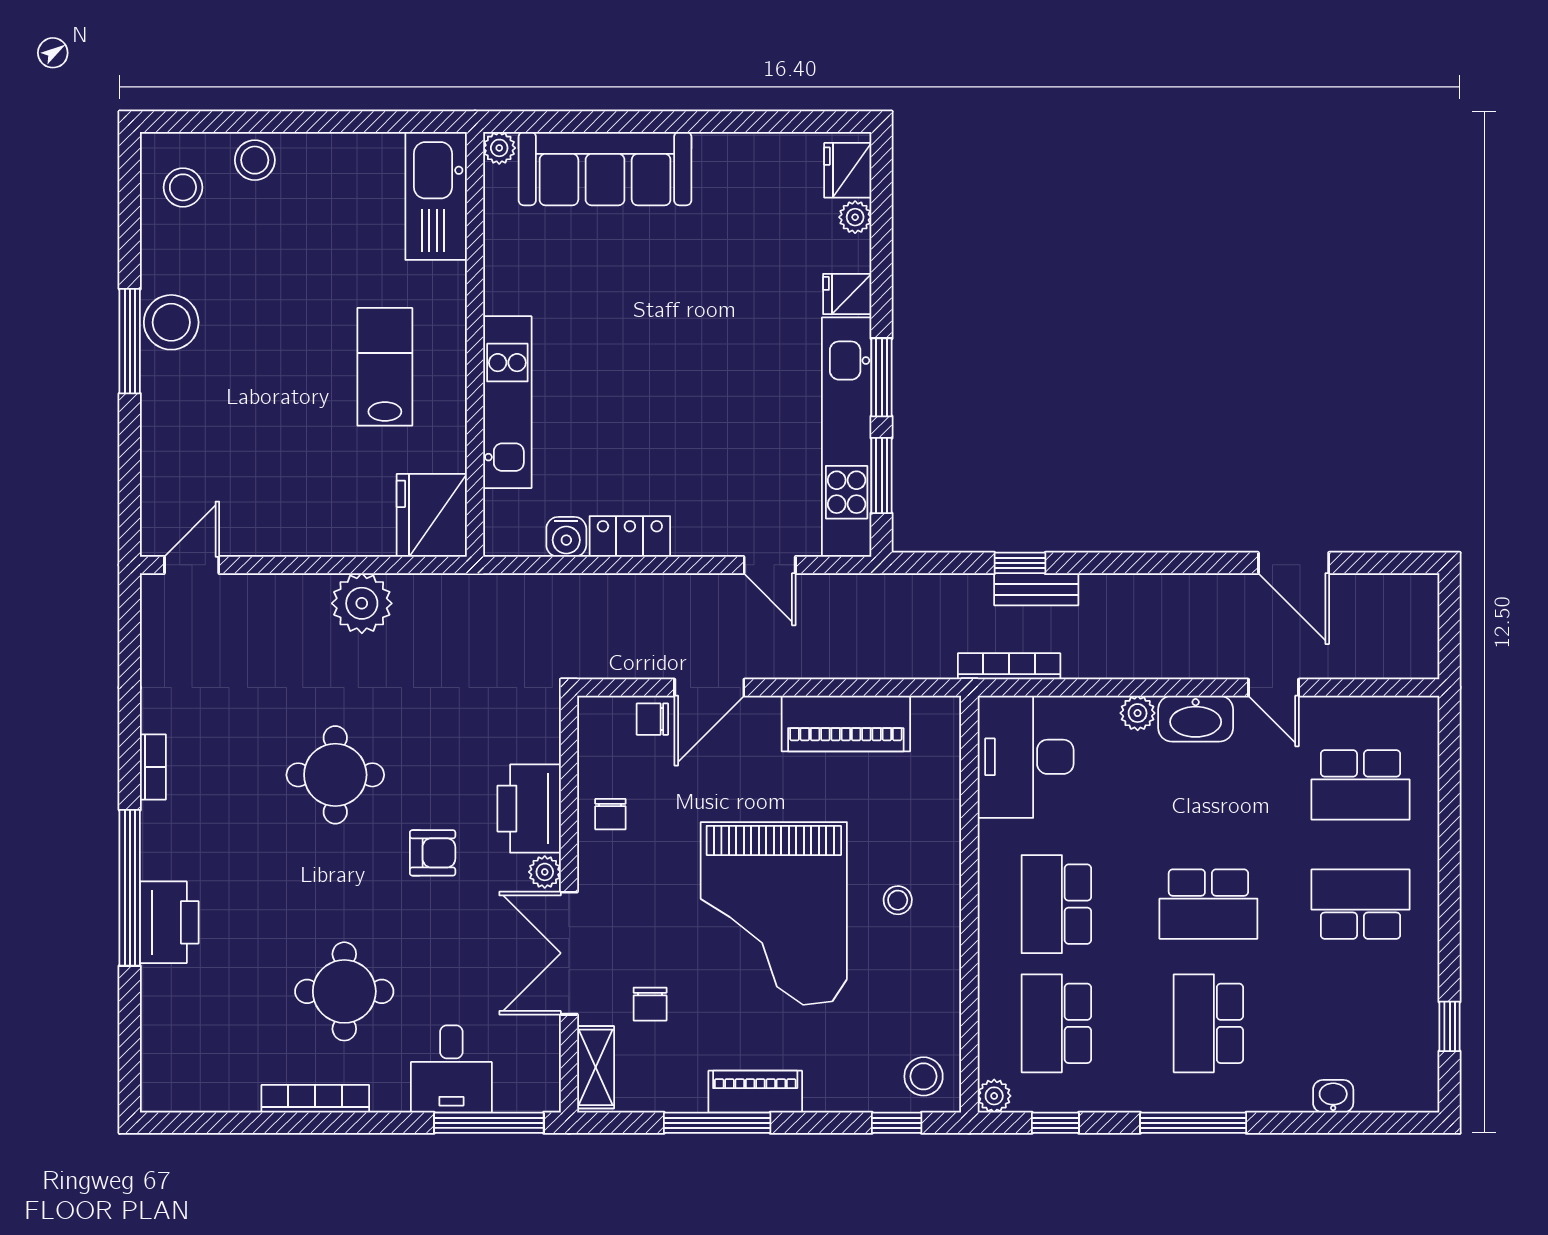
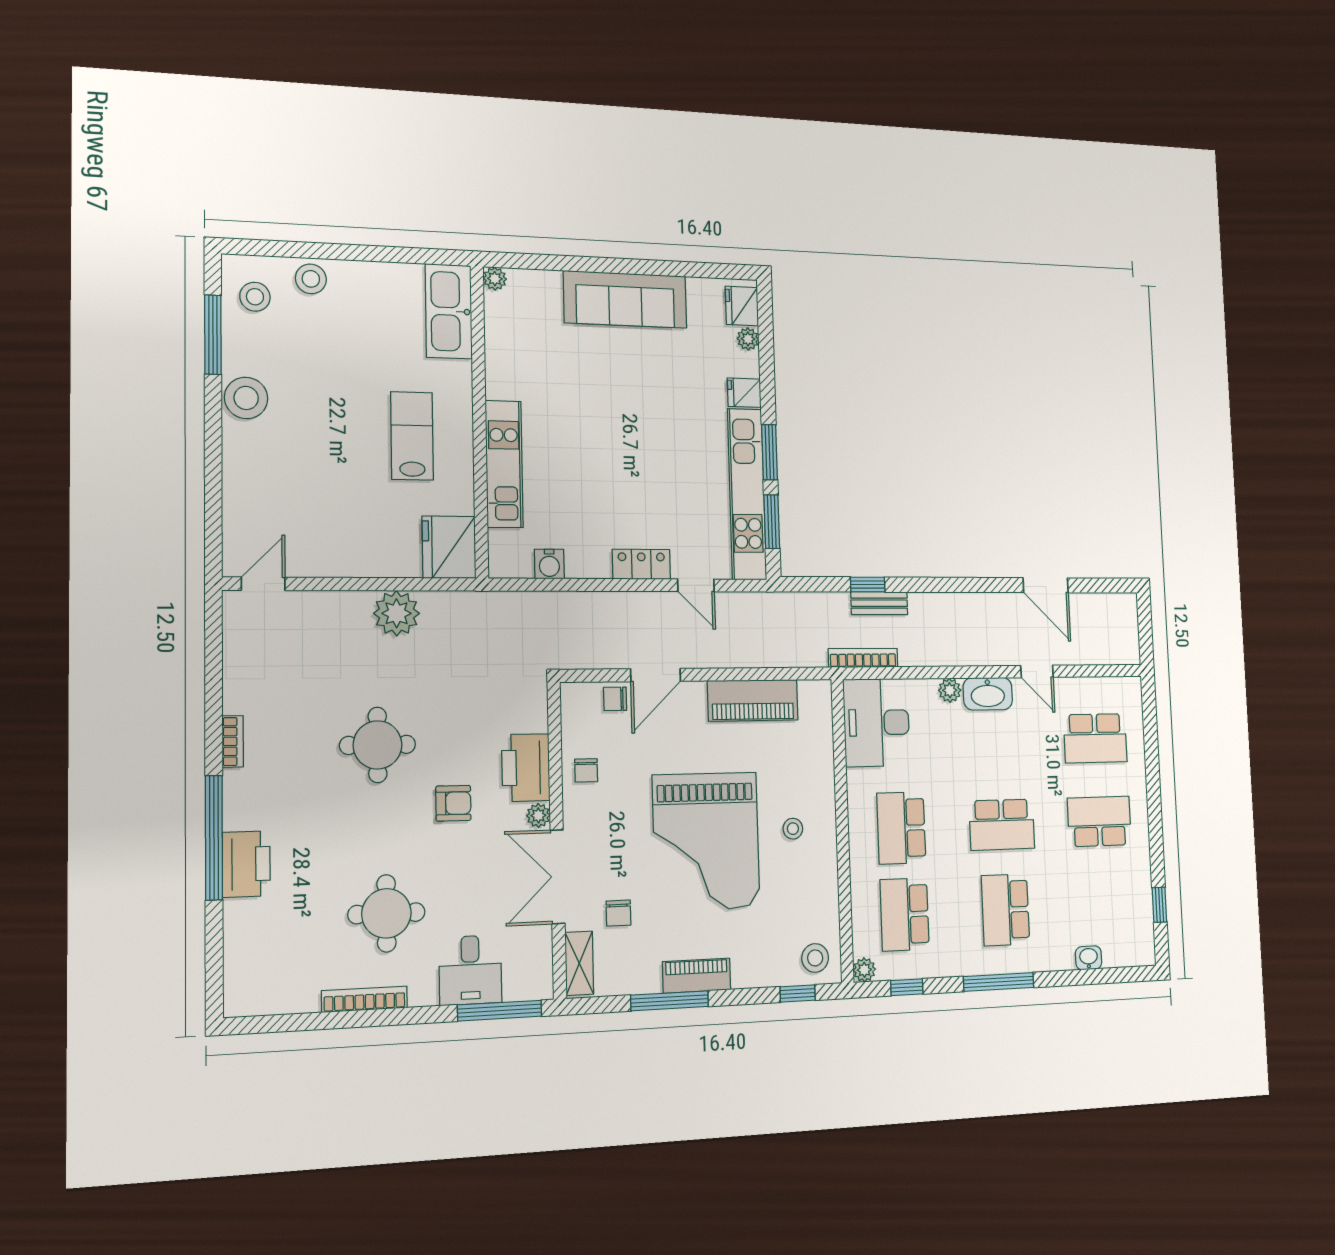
sofa: (605, 169) -> (625, 299), moved
window: (130, 341) -> (213, 335), moved
locker: (630, 536) -> (641, 564), moved

